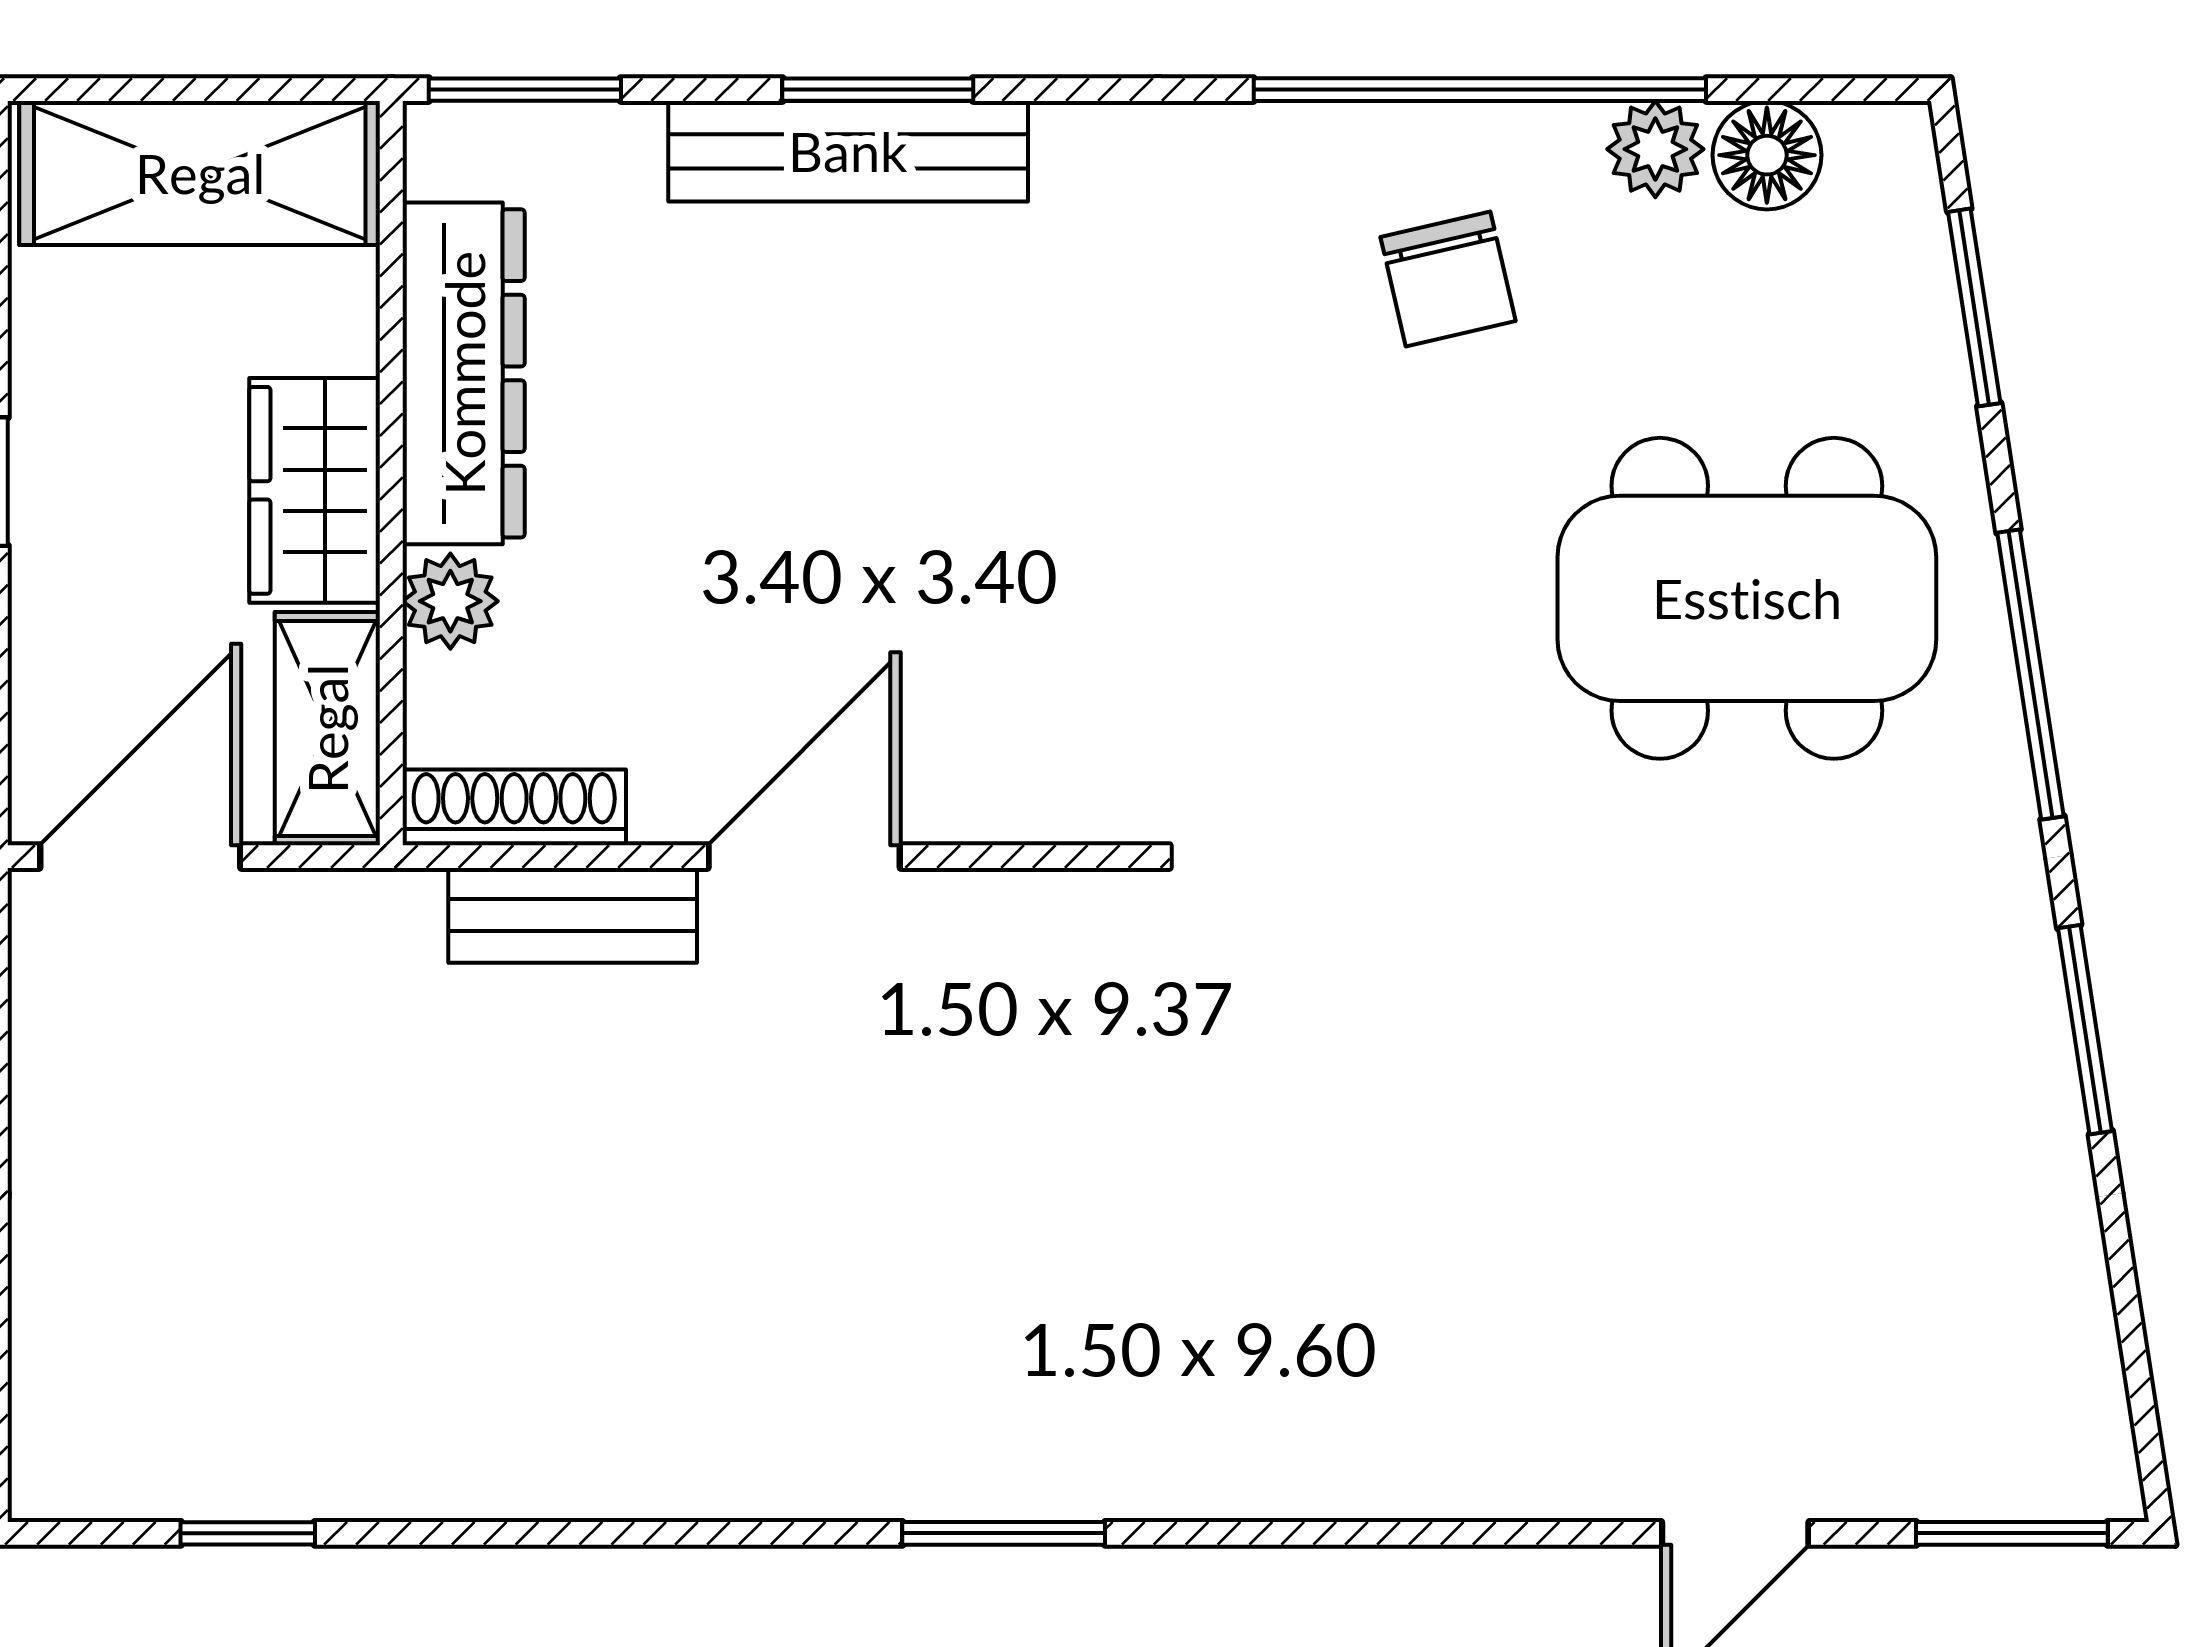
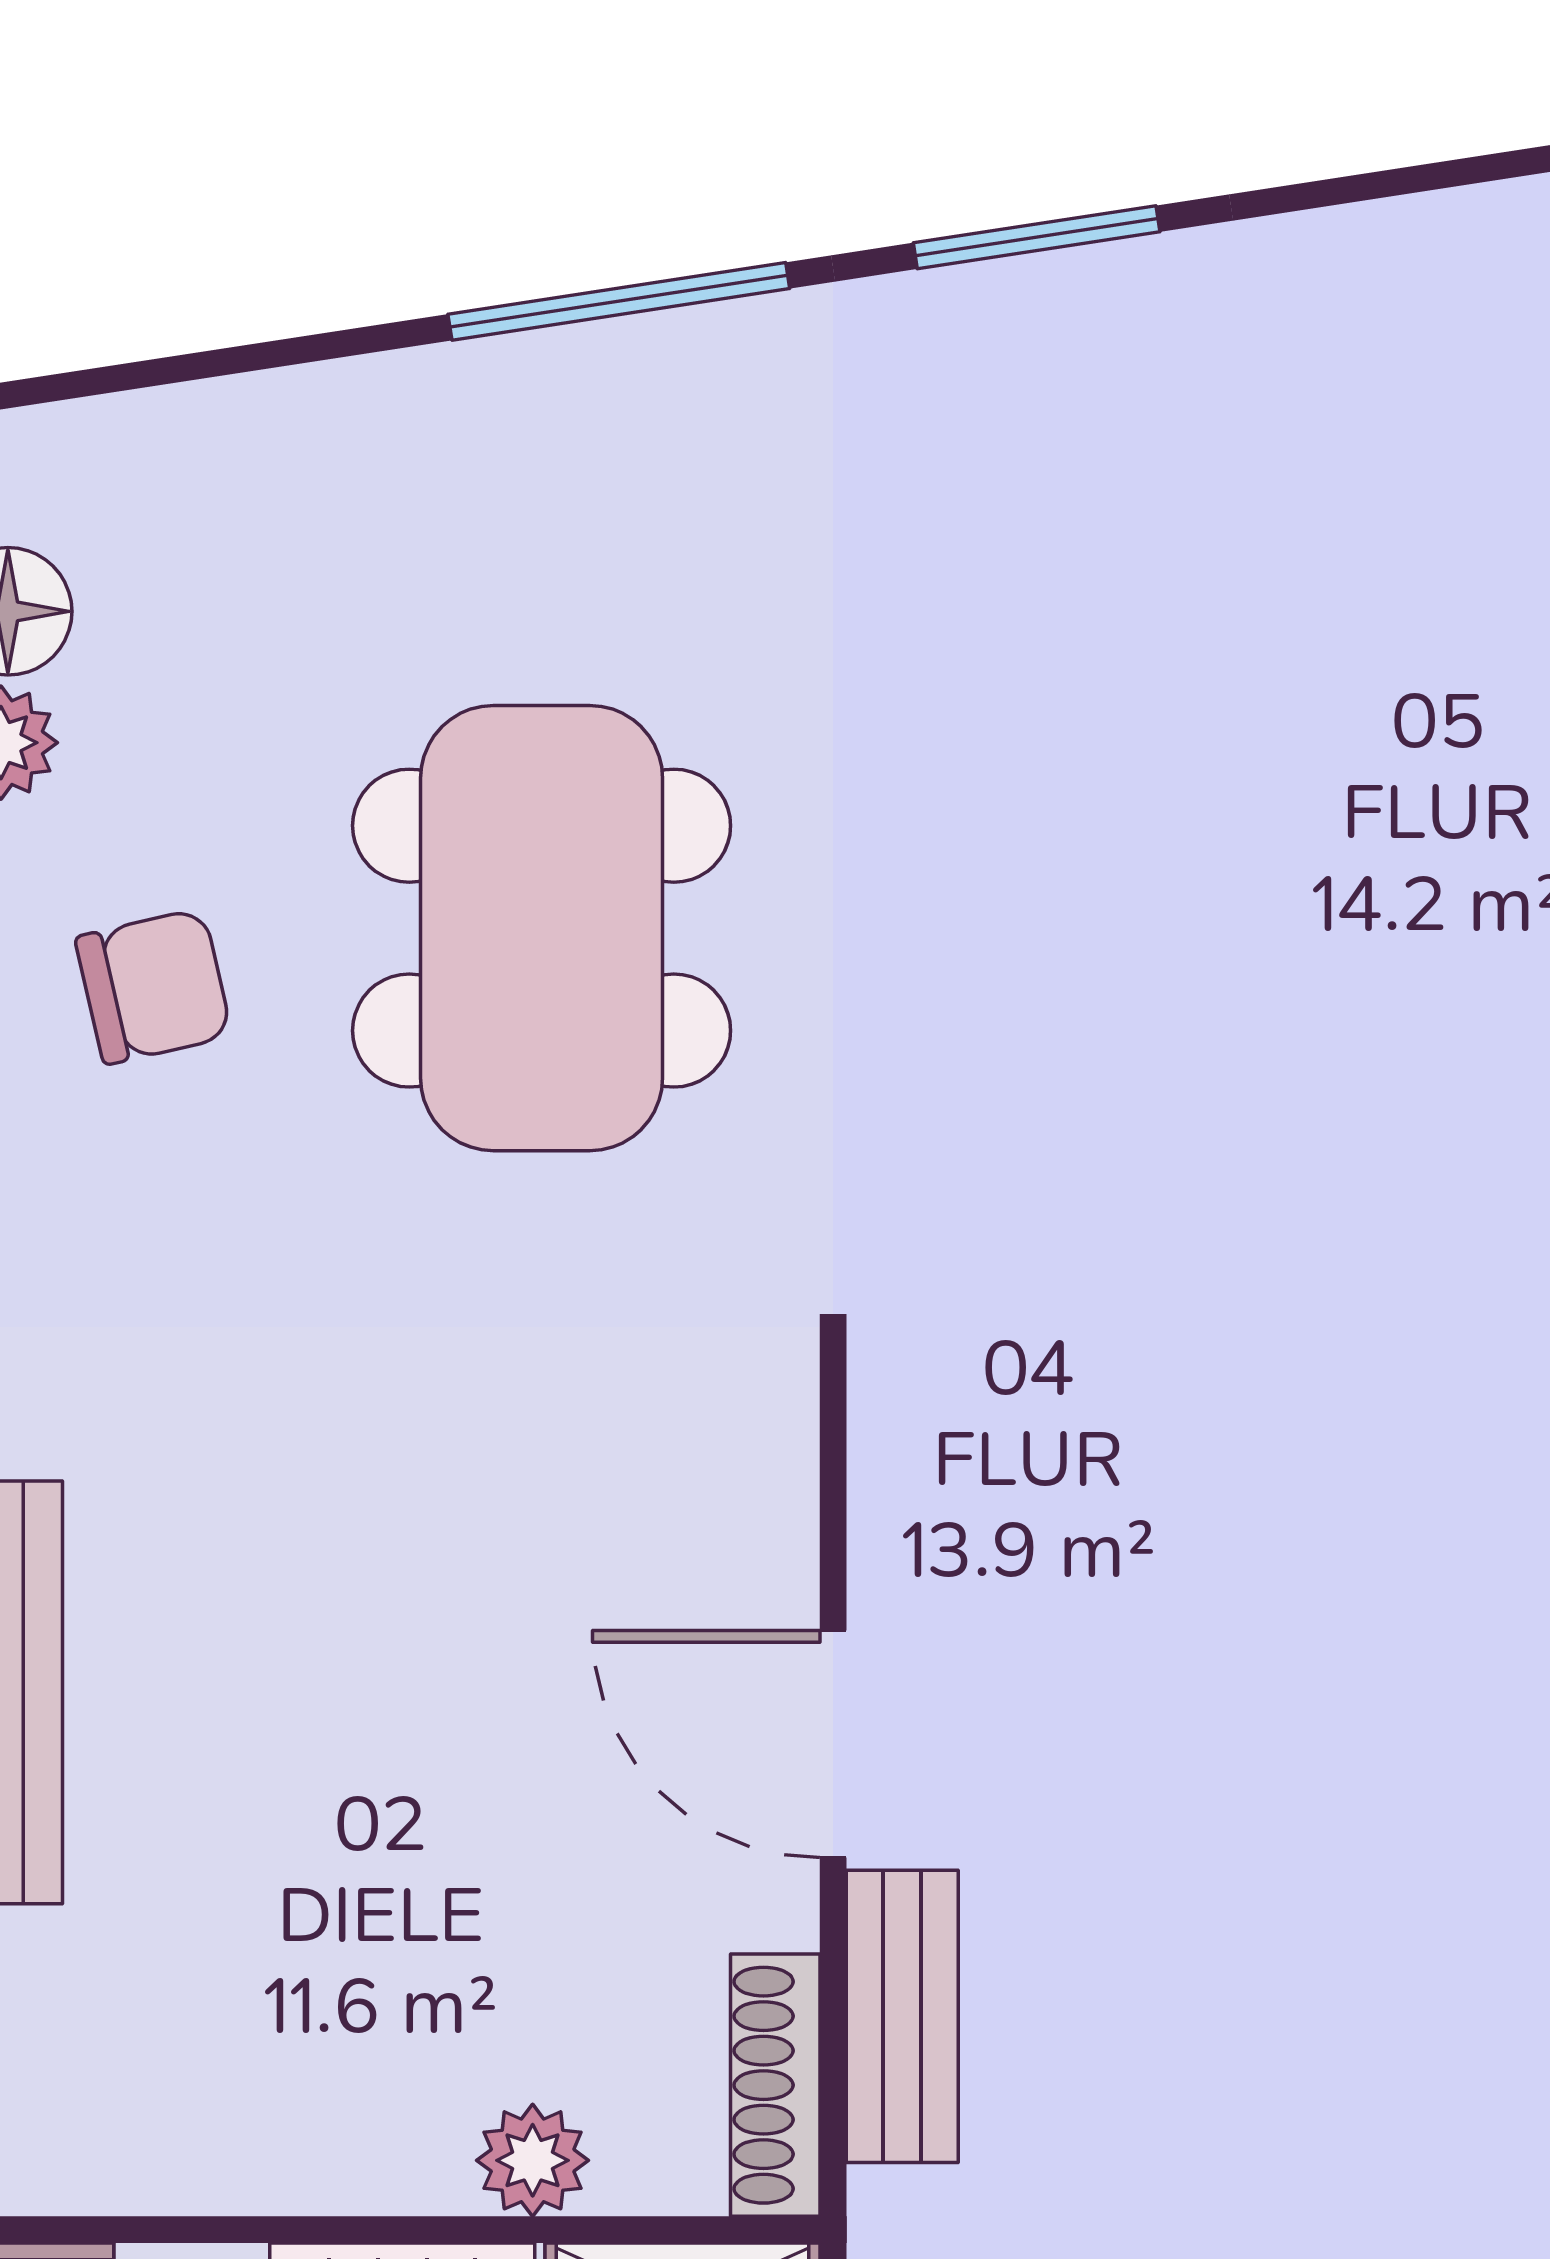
window: (1974, 307) -> (187, 367), removed
dresser: (464, 373) -> (265, 2145), removed
dining table: (1747, 598) -> (542, 928), moved

